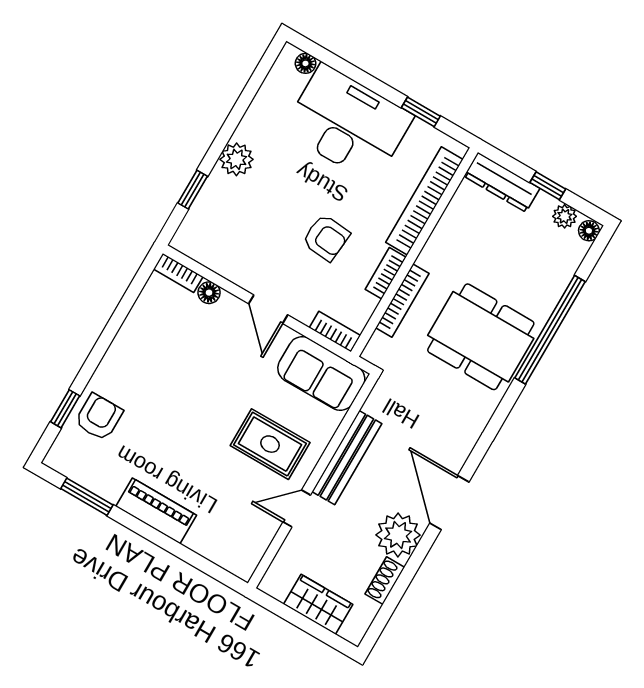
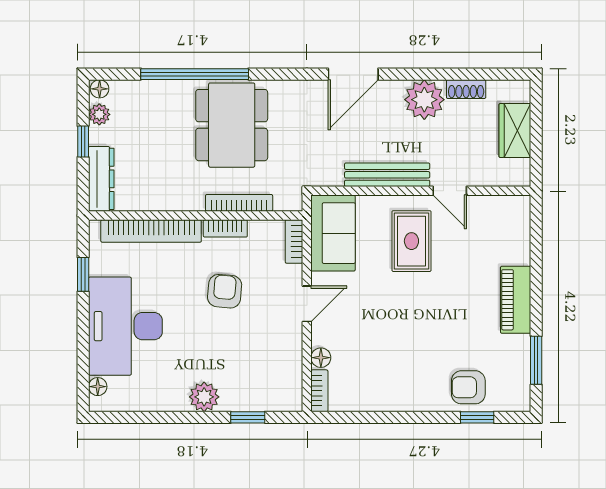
door: (449, 503) -> (353, 74), moved

